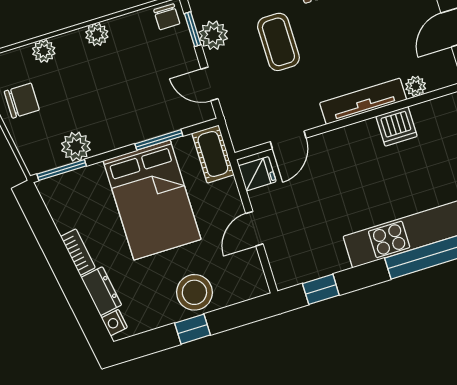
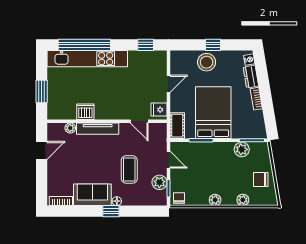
door: (288, 140) -> (139, 121), swing flipped

